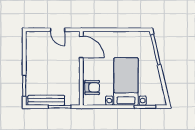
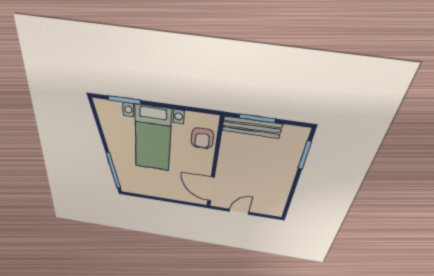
door: (58, 30) -> (239, 212), hinge flipped
armchair: (92, 87) -> (202, 138), turned -90
bench: (46, 100) -> (252, 127), moved

